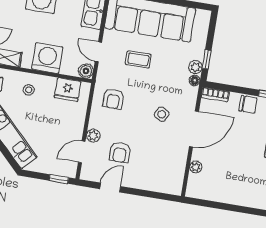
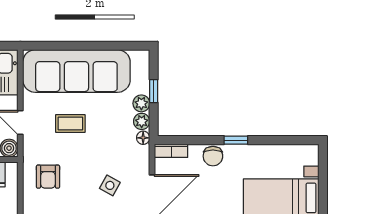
plant: (198, 53) -> (141, 103), added
window: (207, 59) -> (154, 91), moved
chair: (248, 104) -> (213, 156), turned 90

